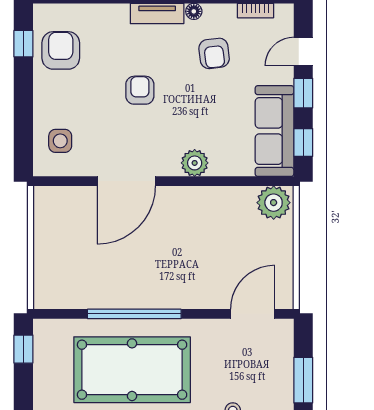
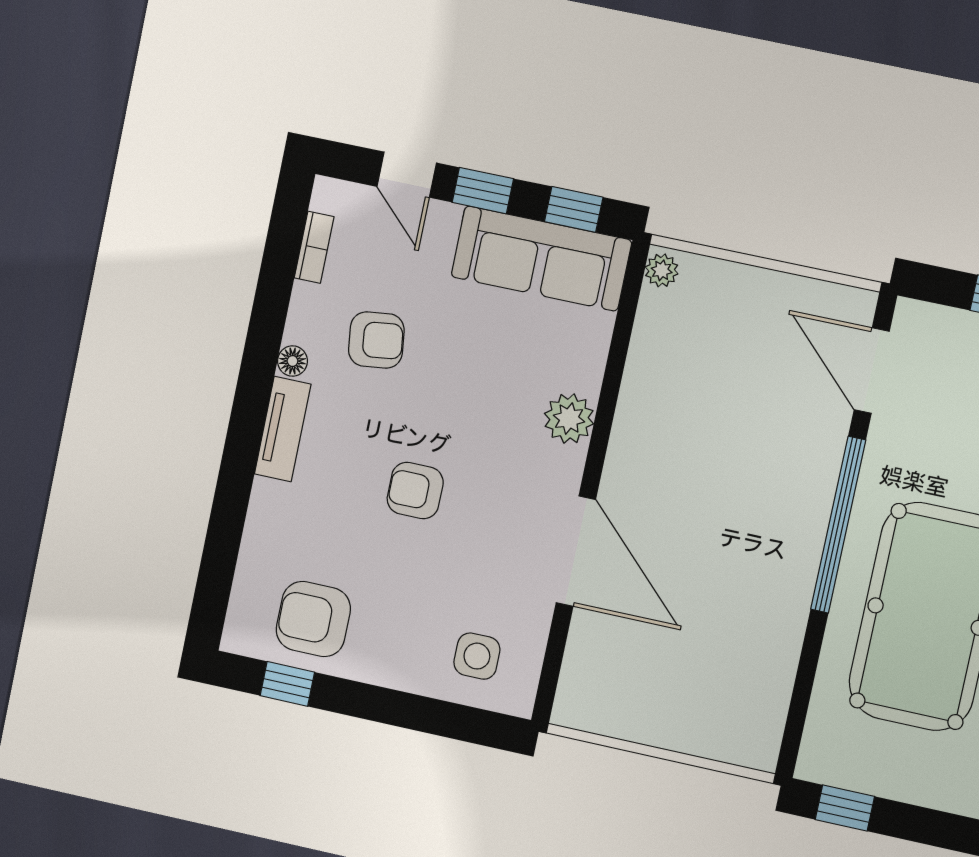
plant: (274, 203) -> (662, 270), width x0.53, depth x0.53
window: (134, 314) -> (838, 525), moved

